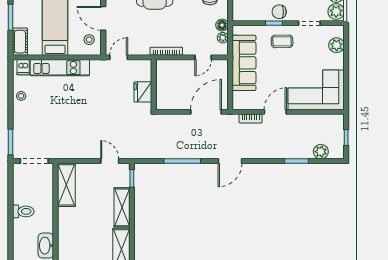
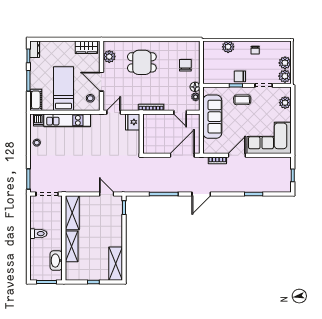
door: (203, 57) -> (180, 112), hinge flipped
fridge: (143, 92) -> (133, 122), moved
plant: (321, 152) -> (273, 186), removed
shelving: (122, 207) -> (72, 246), moved

